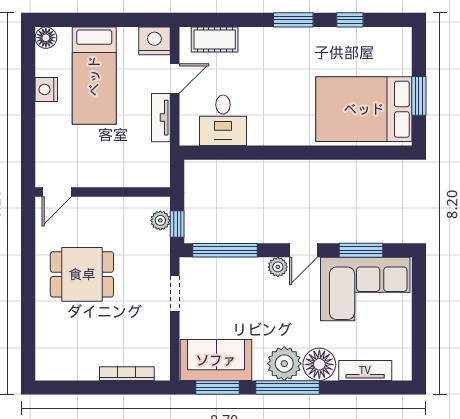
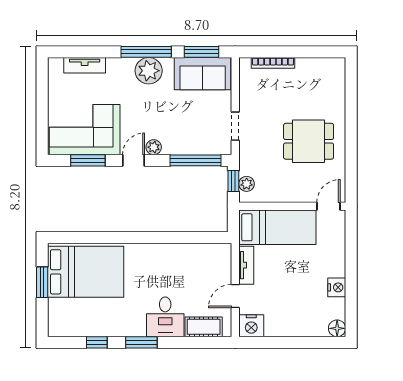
bed: (94, 76) -> (277, 227), moved, turned 90
desk: (223, 120) -> (165, 317), moved, turned 180
floor lamp: (319, 364) -> (121, 70), removed

